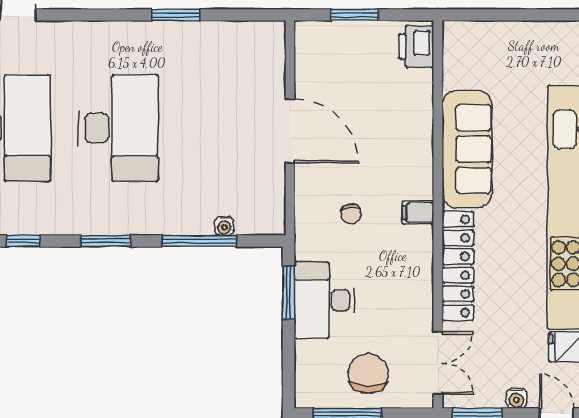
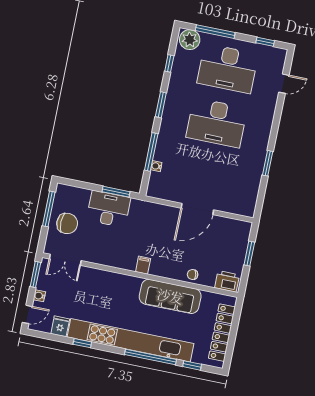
chair: (351, 214) -> (193, 275), moved
locker: (458, 266) -> (222, 333), moved, turned 90

